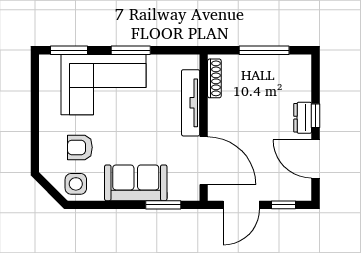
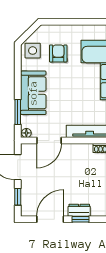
door: (204, 161) -> (49, 141), width x0.73
floor lamp: (193, 193) -> (26, 133), added

